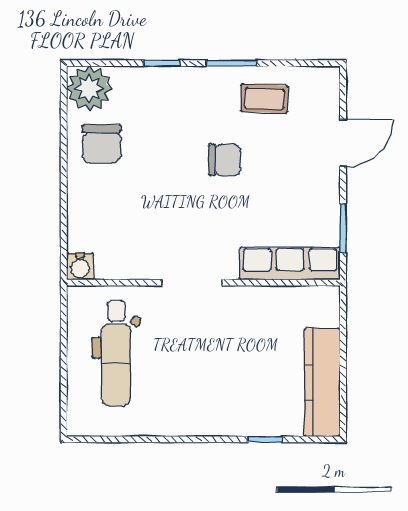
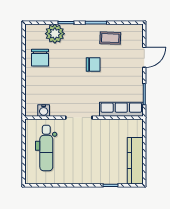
plant: (89, 88) -> (55, 34), moved
water cooler: (80, 266) -> (44, 111), moved

